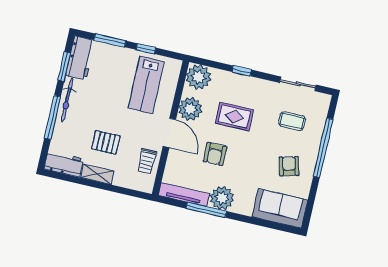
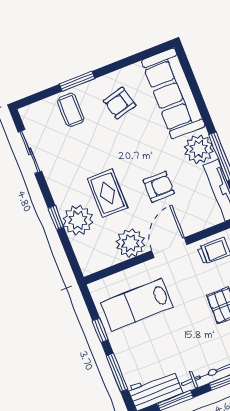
plant: (198, 77) -> (78, 220), moved
lab bench: (146, 85) -> (137, 305), turned 180
coffee table: (292, 121) -> (71, 110), moved
window: (323, 148) -> (77, 81), width x0.47
sofa: (280, 208) -> (173, 93), width x1.36

